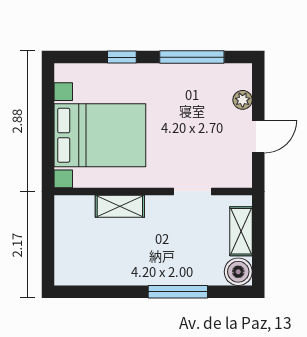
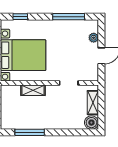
window: (122, 57) -> (20, 17), moved
window: (178, 292) -> (30, 132), moved

